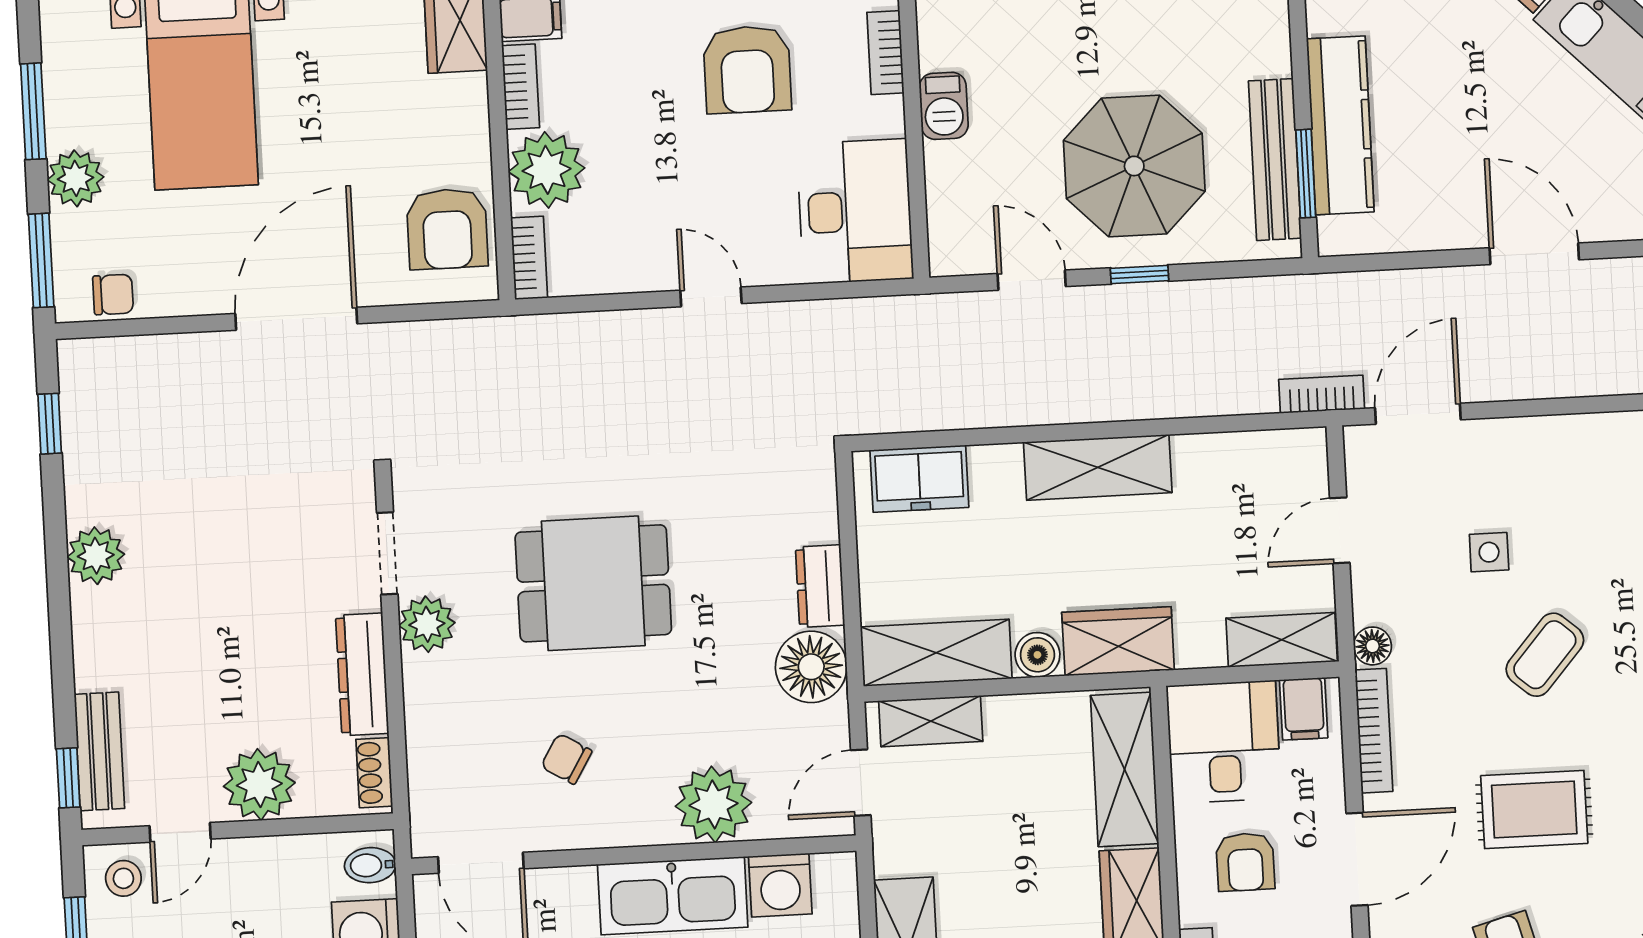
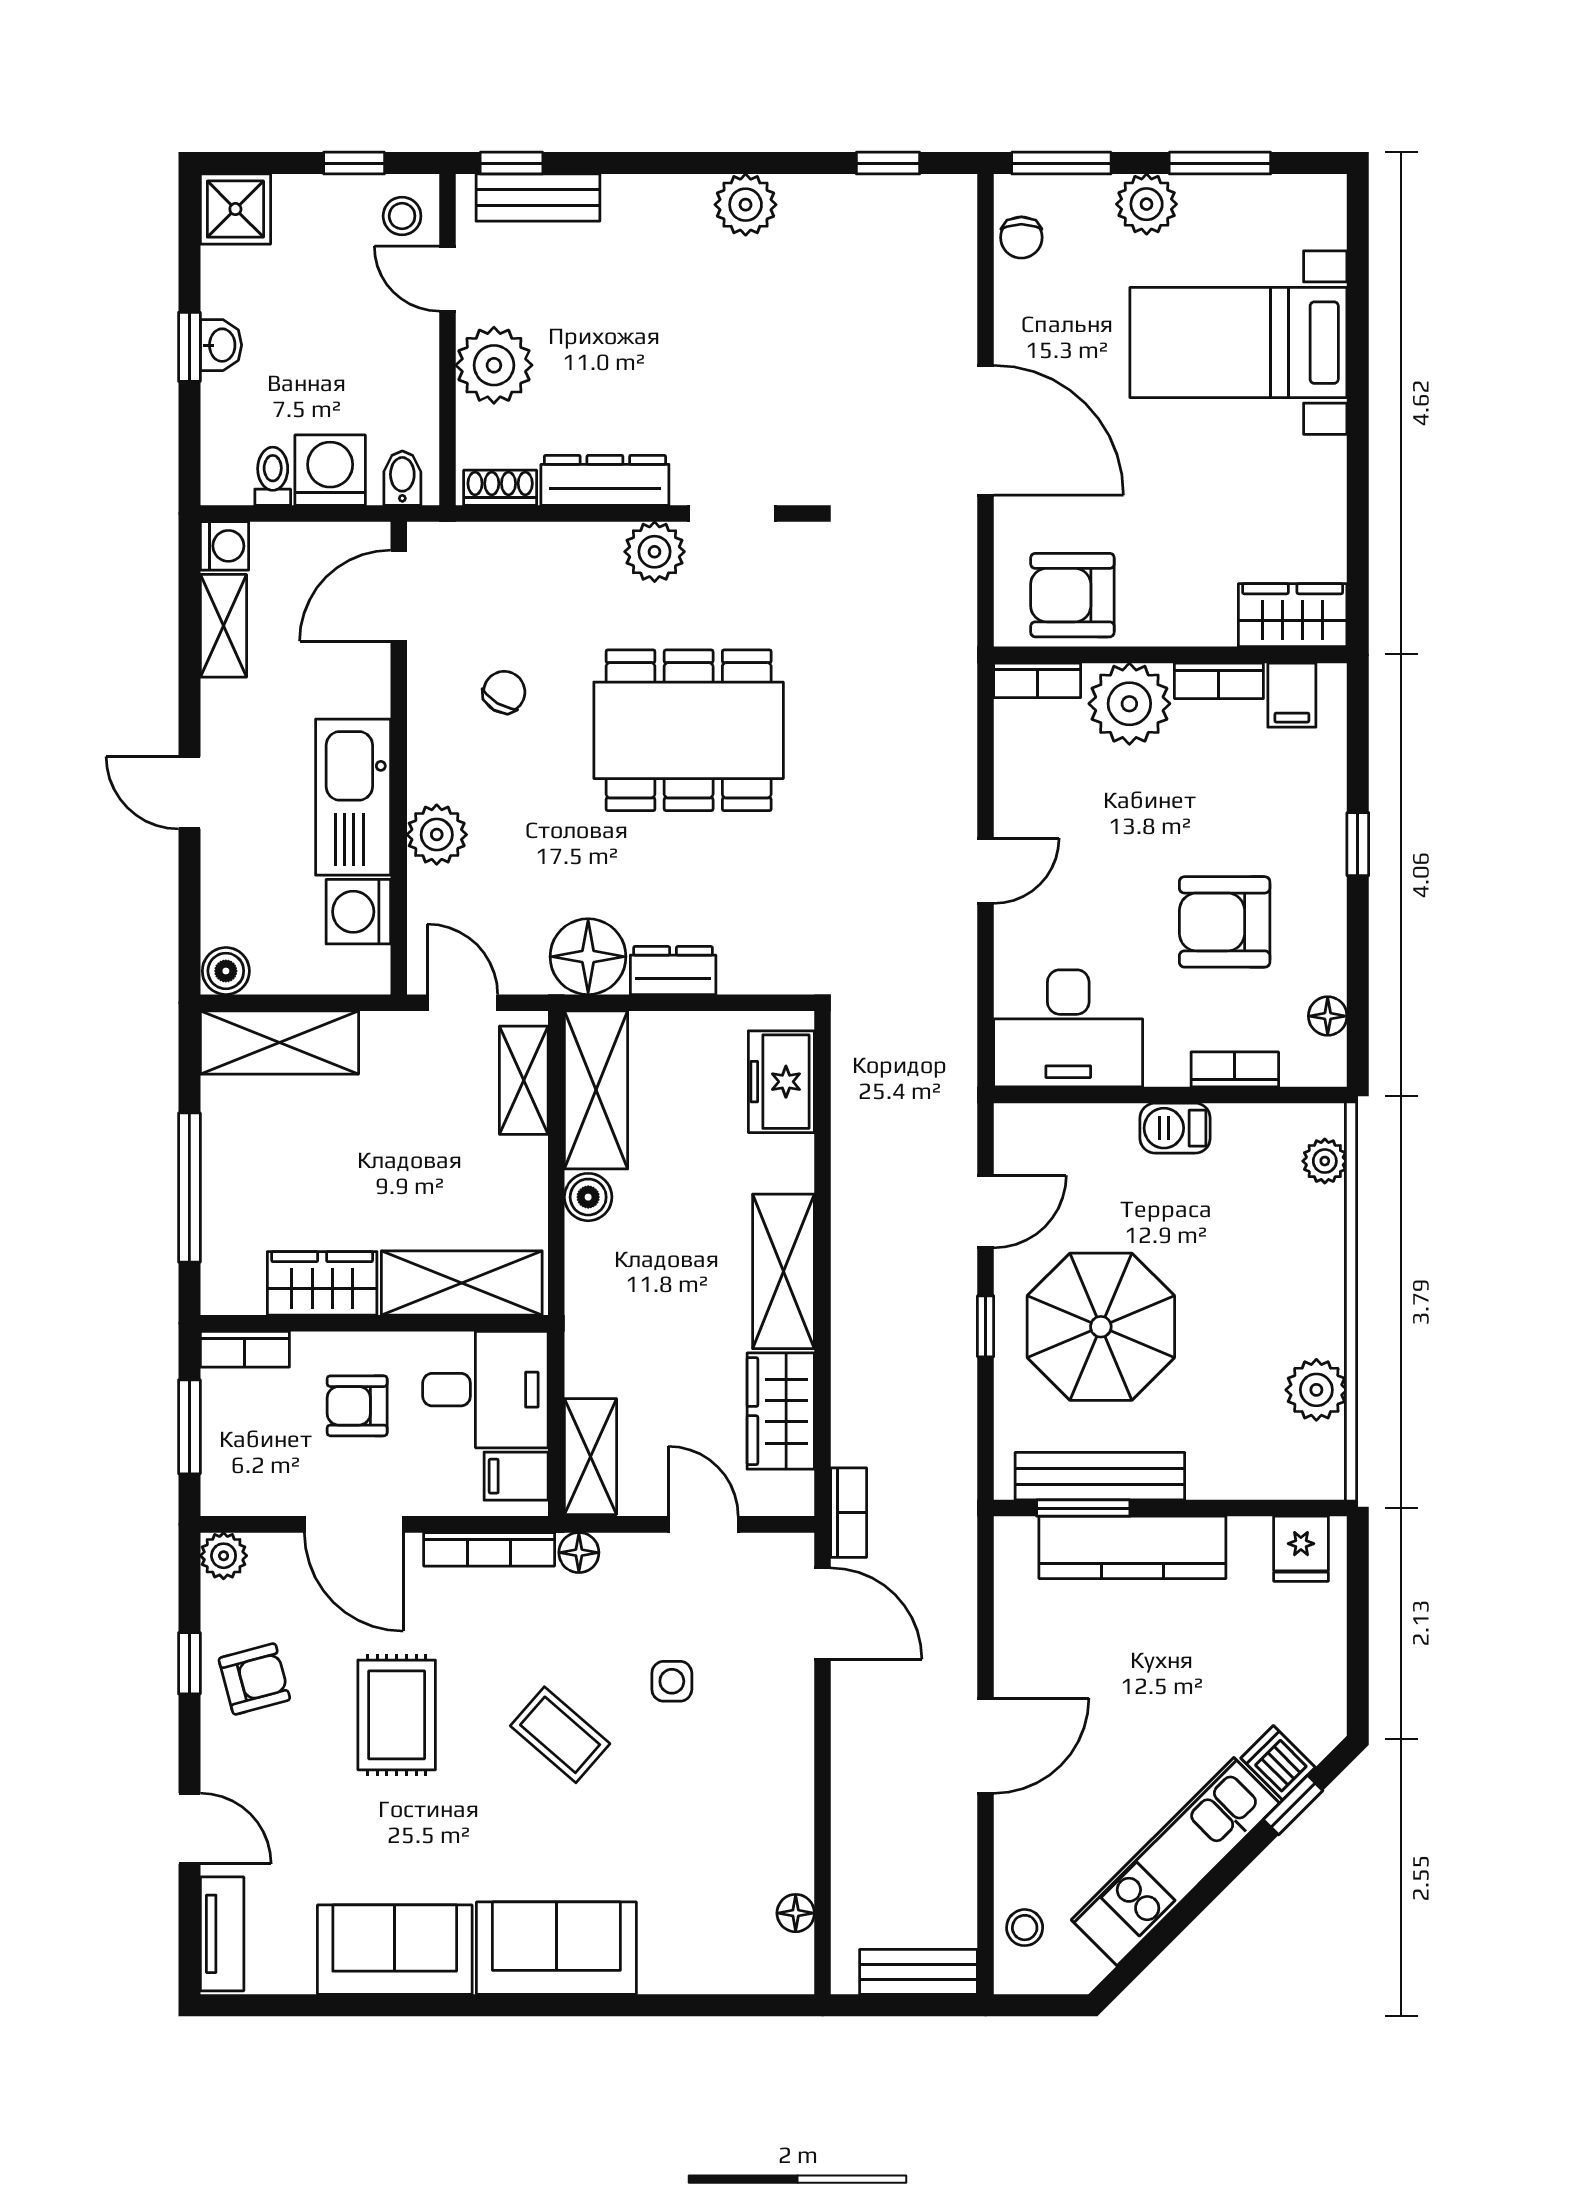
dining table: (593, 583) -> (689, 730), width x1.38
wardrobe: (1118, 641) -> (781, 1411), moved, turned 180
plant: (713, 804) -> (437, 835), width x0.73, depth x0.73

